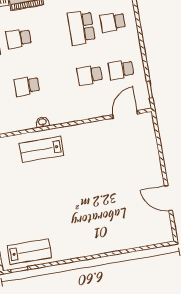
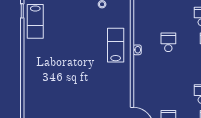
school desk: (90, 75) -> (168, 94), removed

